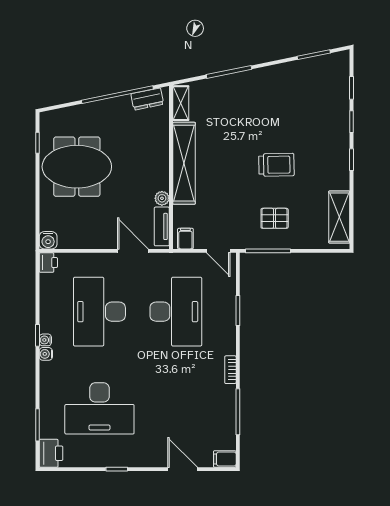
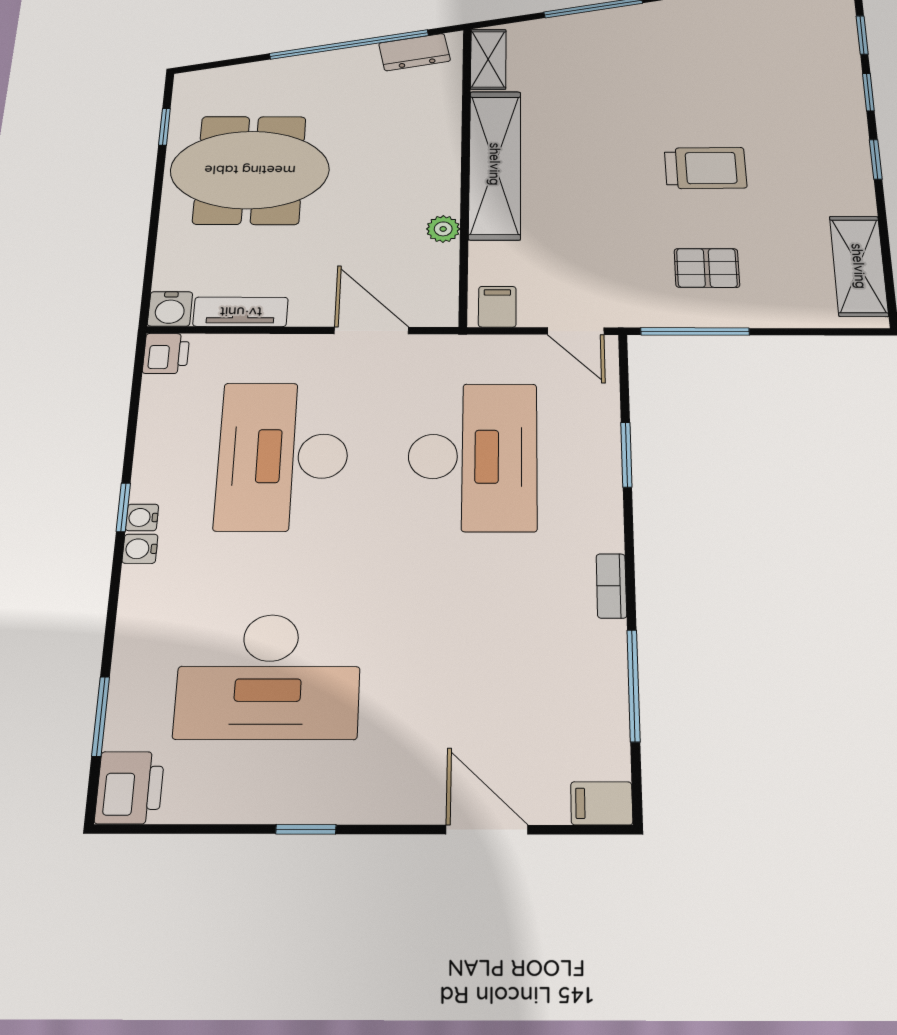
tv unit: (162, 226) -> (241, 312), moved, turned 90

